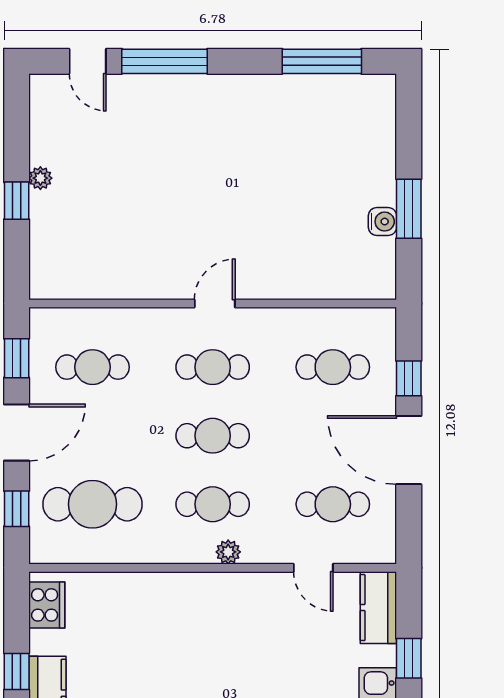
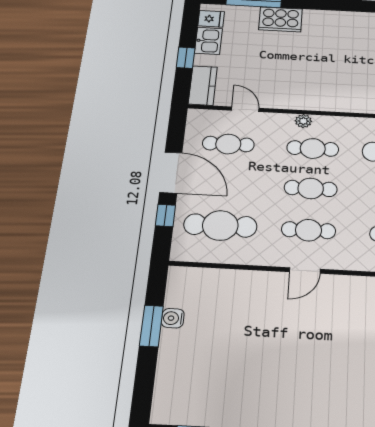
cafe table: (333, 367) -> (220, 225), width x1.37, depth x1.35

